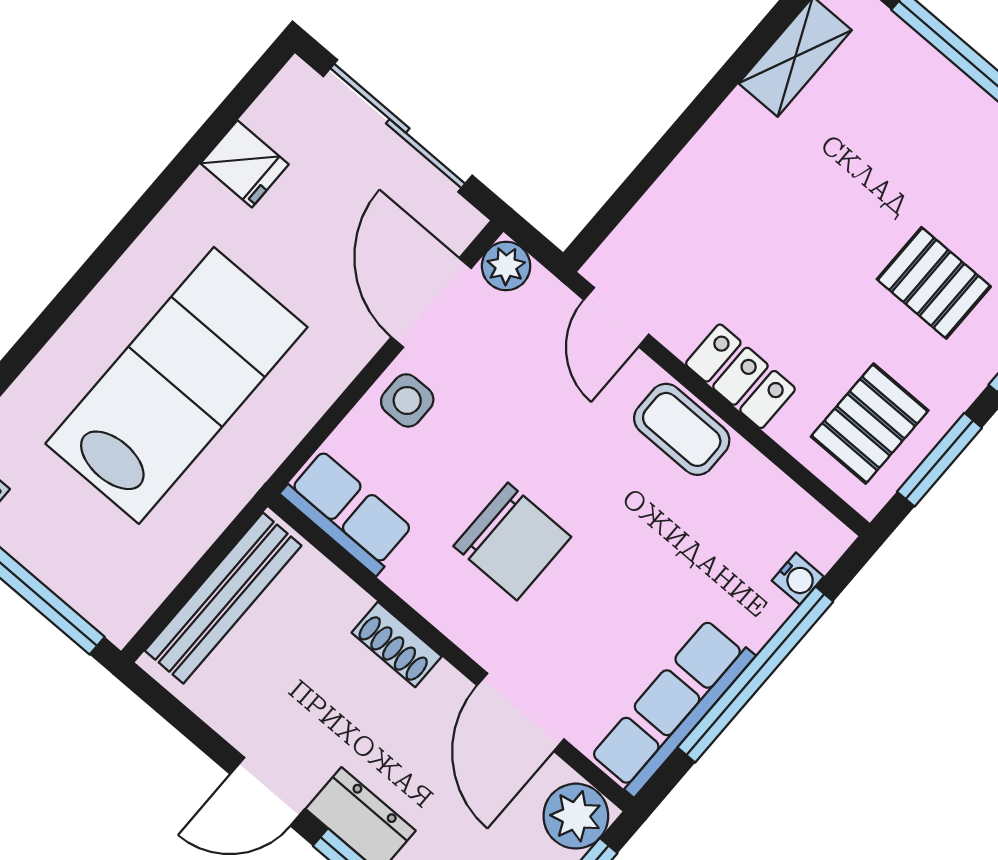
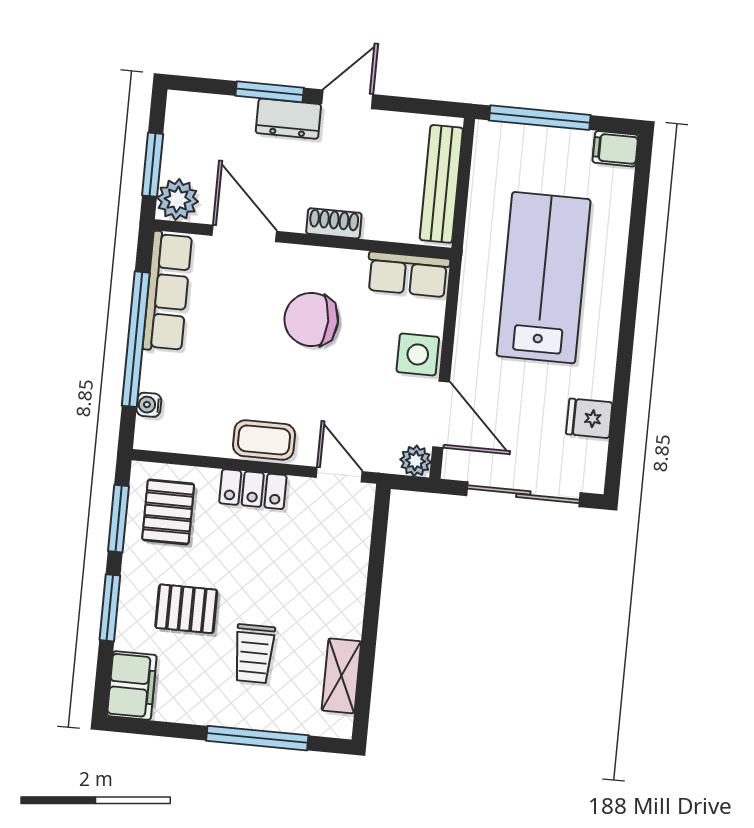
trolley: (887, 164) -> (254, 654), added
lab bench: (176, 385) -> (544, 278), turned 180
side table: (407, 400) -> (418, 354), width x1.37, depth x1.37

